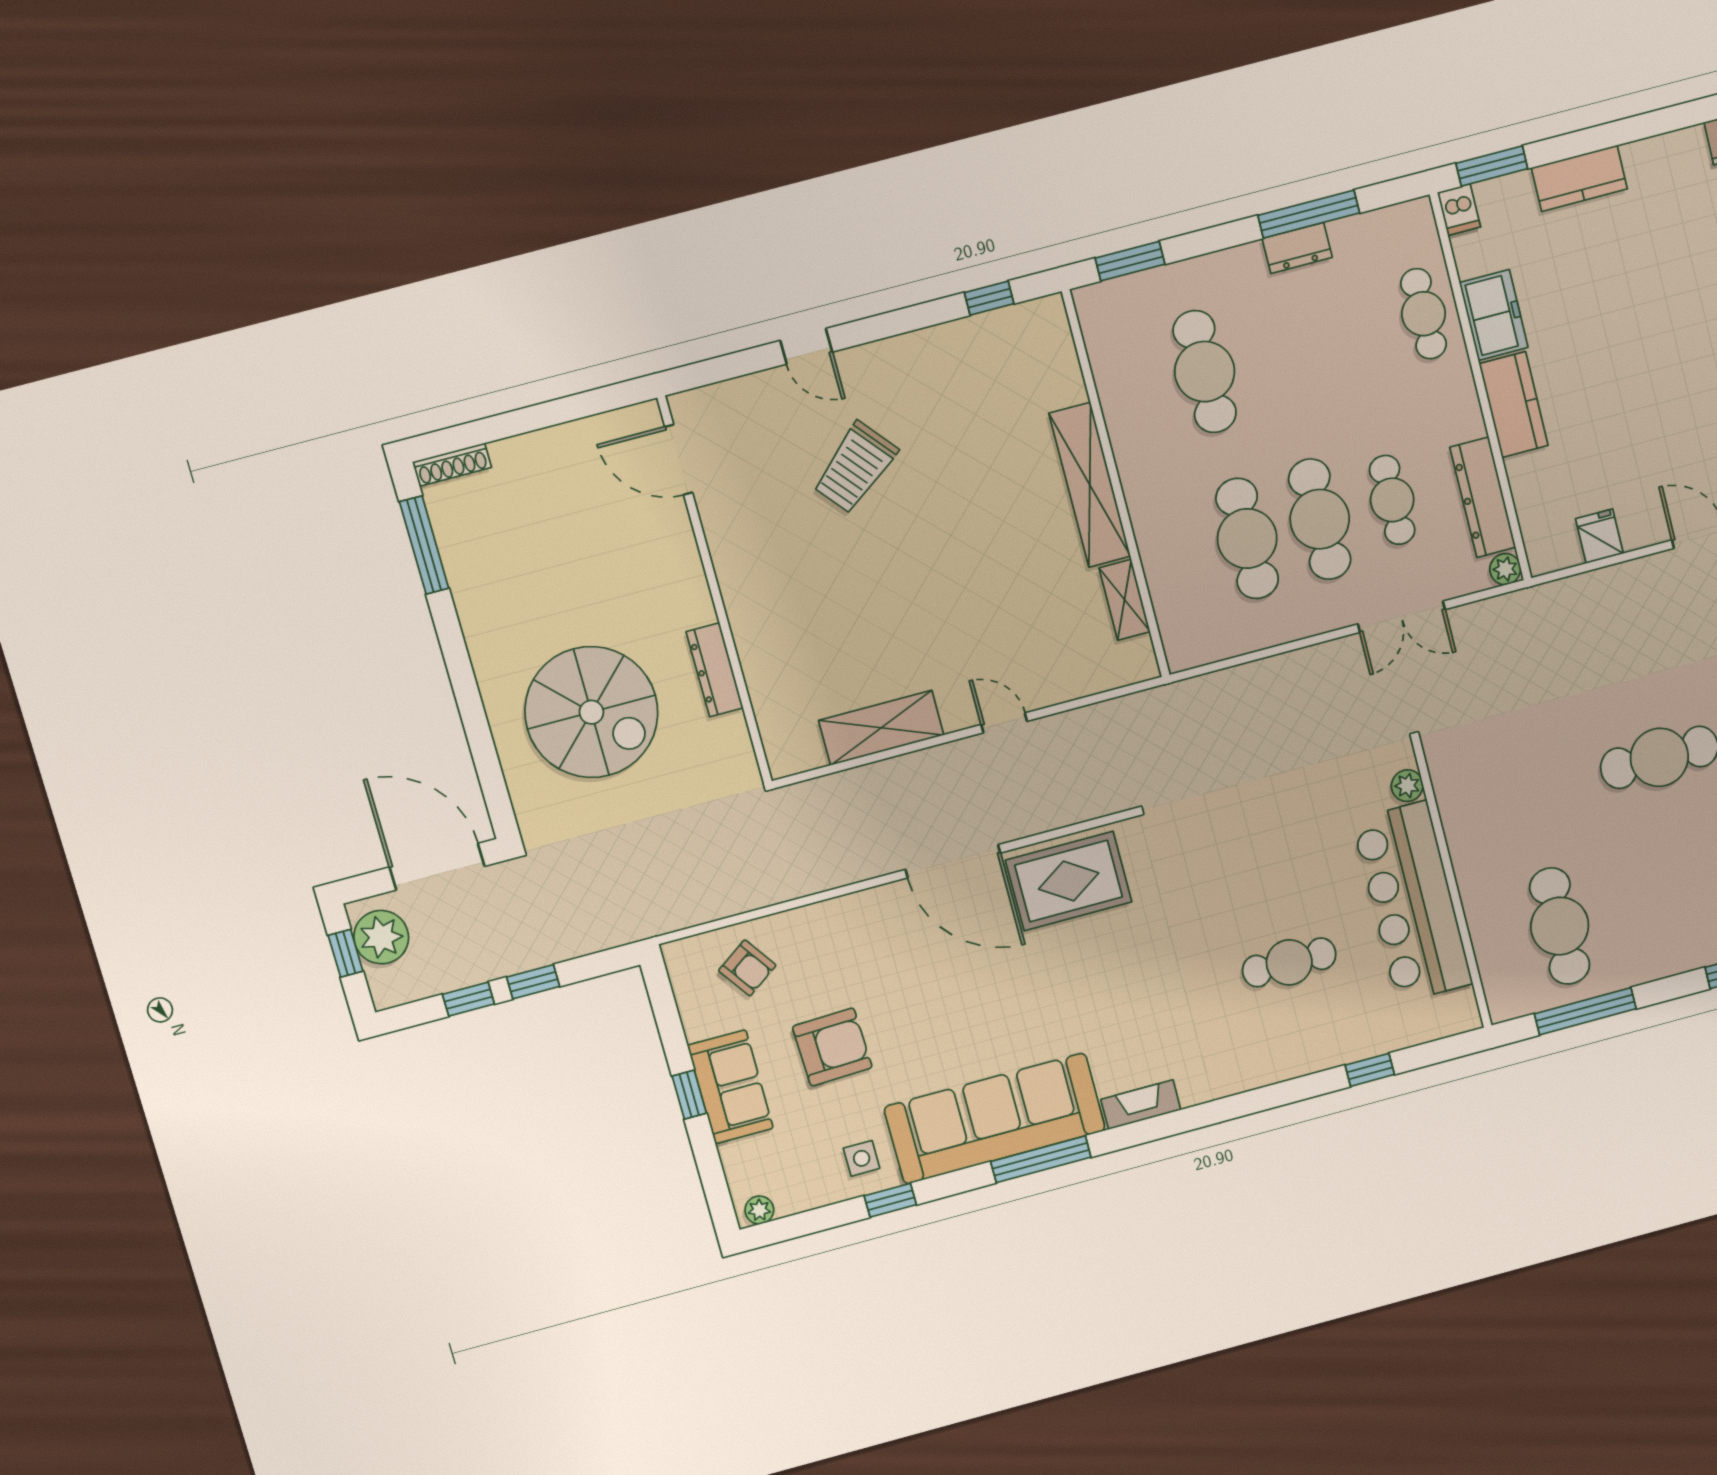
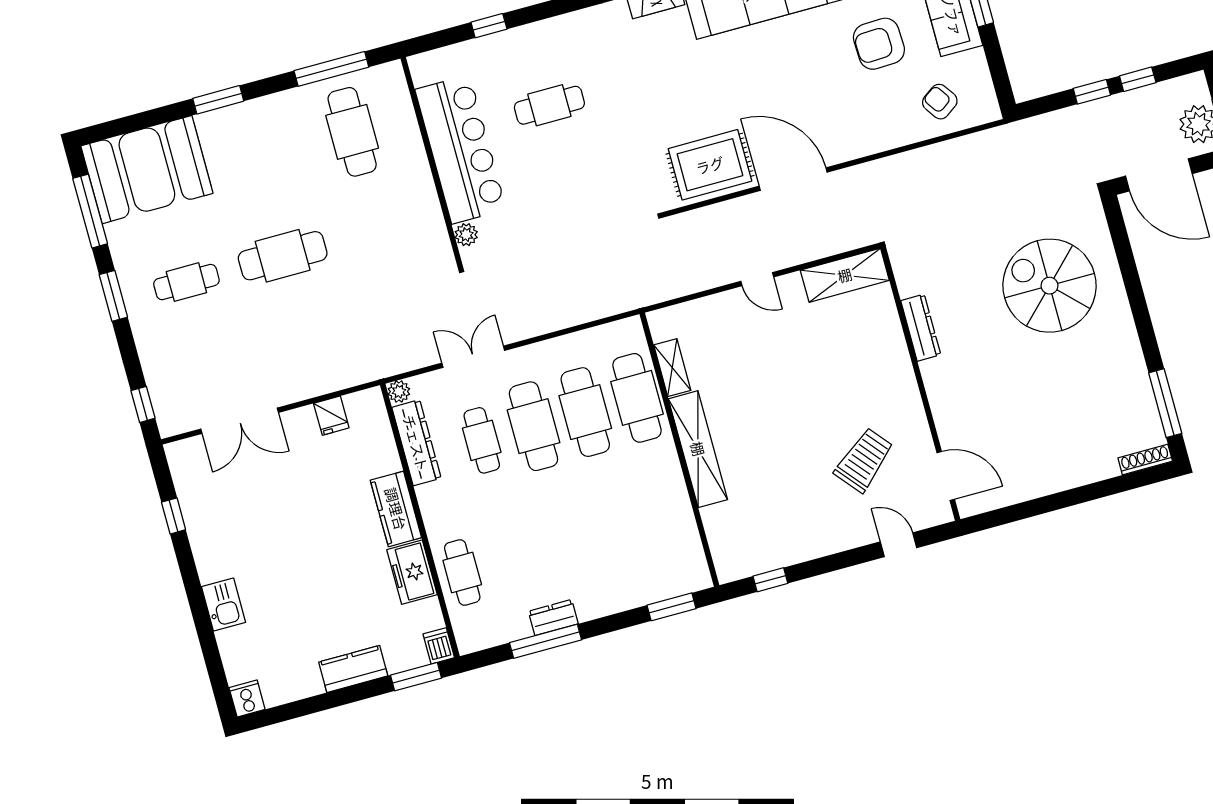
cafe table: (1205, 372) -> (637, 398), moved
door: (679, 460) -> (946, 476), moved
wall: (715, 591) -> (920, 384), moved
dresser: (715, 670) -> (921, 328), moved

